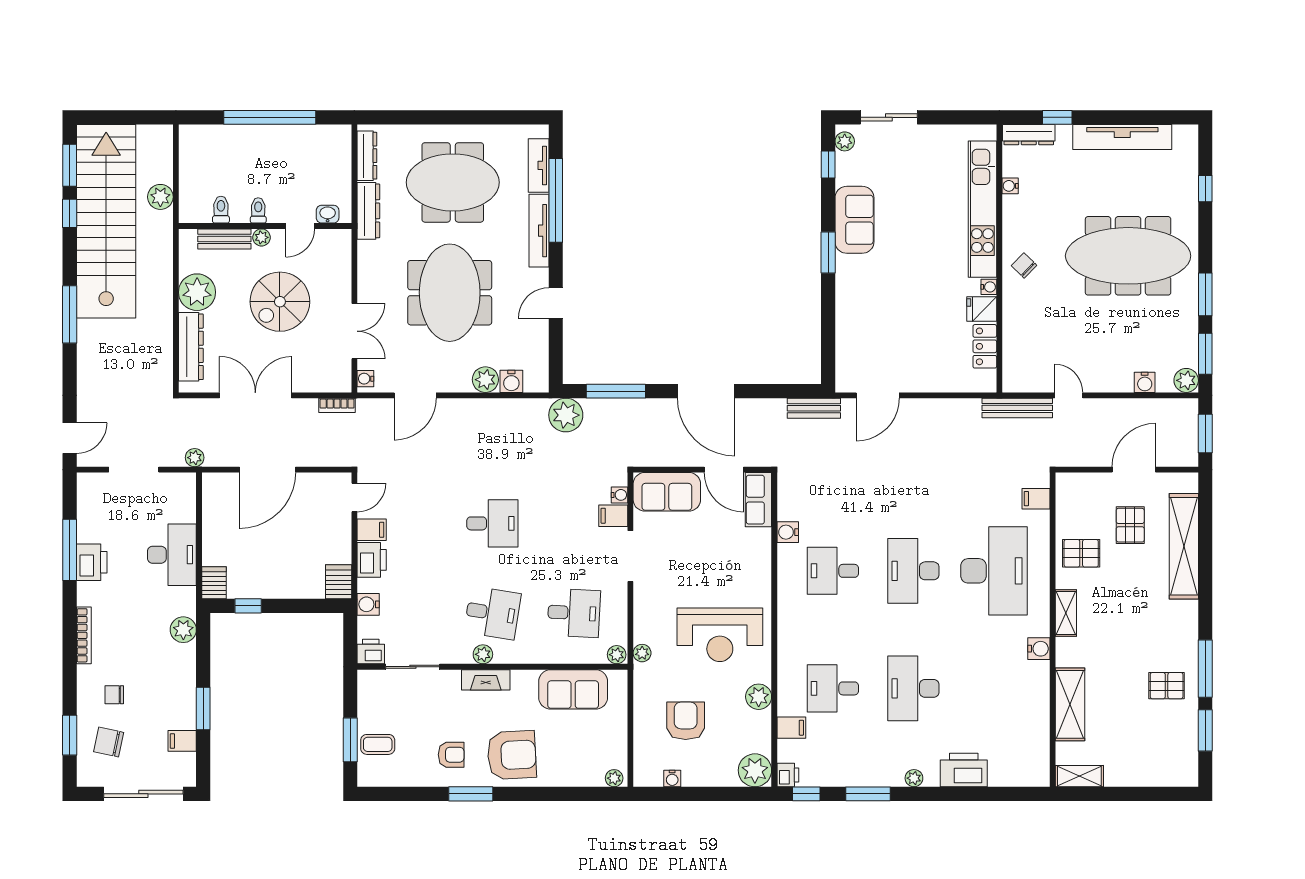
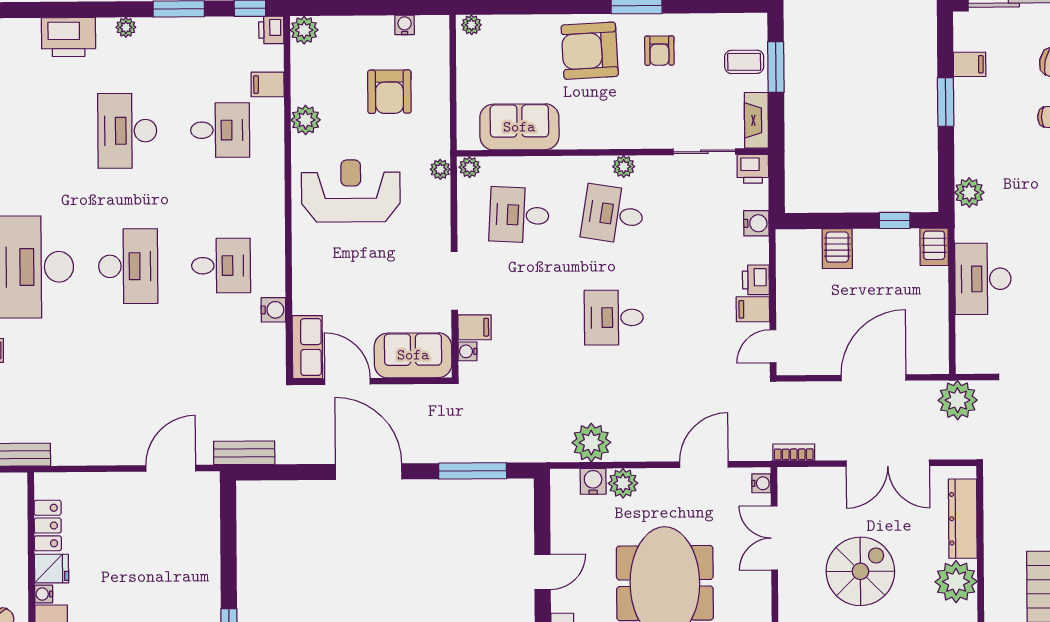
plant: (566, 415) -> (591, 443), moved
plant: (195, 458) -> (958, 400), width x1.88, depth x1.88
printer: (372, 560) -> (756, 280), width x0.73, depth x0.81
server rack: (339, 582) -> (837, 249), moved
fireplace: (486, 680) -> (756, 120), moved, turned -90
desk: (913, 688) -> (127, 131), turned 180
armchair: (451, 755) -> (659, 51), turned -90
plant: (755, 770) -> (304, 30), width x0.73, depth x0.73

